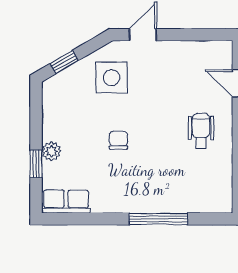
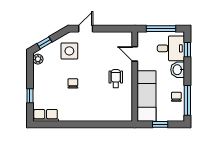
plant: (51, 151) -> (38, 59), moved
window: (158, 219) -> (94, 124), removed

